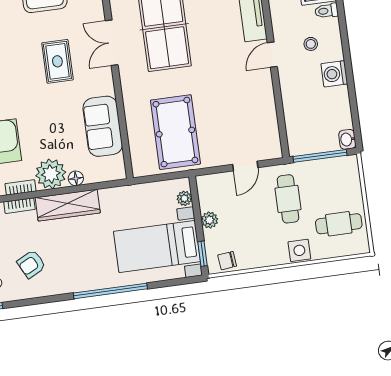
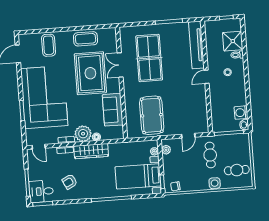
rug: (57, 61) -> (90, 73), width x1.86, depth x2.06
washing machine: (334, 74) -> (241, 113), moved
plant: (210, 220) -> (166, 150), moved

